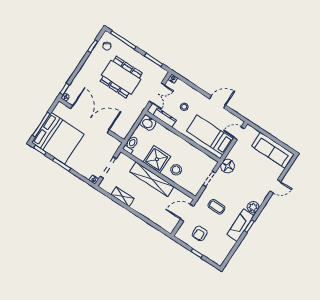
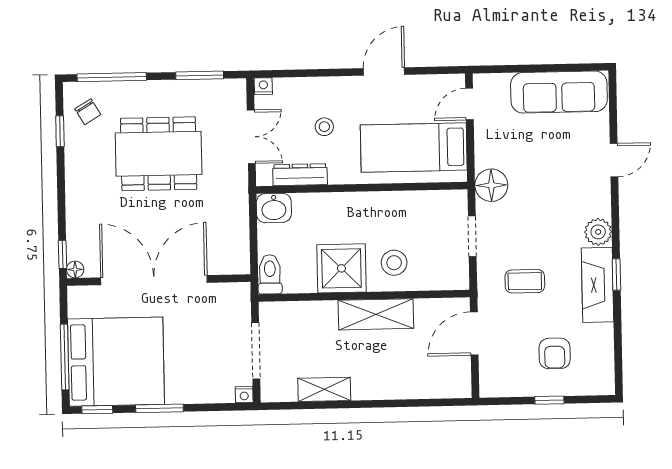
shelving: (152, 179) -> (376, 314), width x0.68
armchair: (200, 233) -> (555, 353), moved

